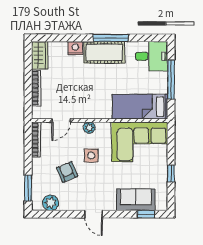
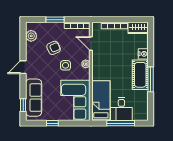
desk: (152, 56) -> (121, 109), moved
window: (28, 188) -> (55, 20), moved
sofa: (136, 200) -> (34, 98), width x1.36

